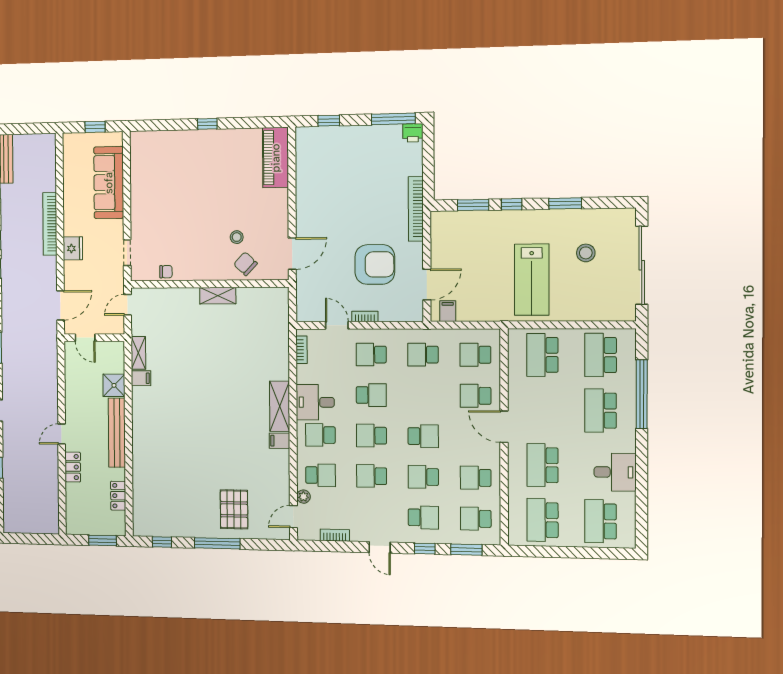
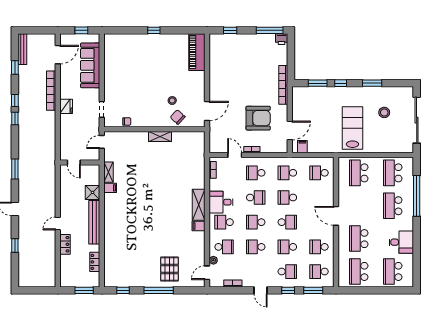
lab bench: (532, 280) -> (352, 128), turned 180
door: (61, 305) -> (58, 55), moved
school desk: (476, 396) -> (287, 197), moved

